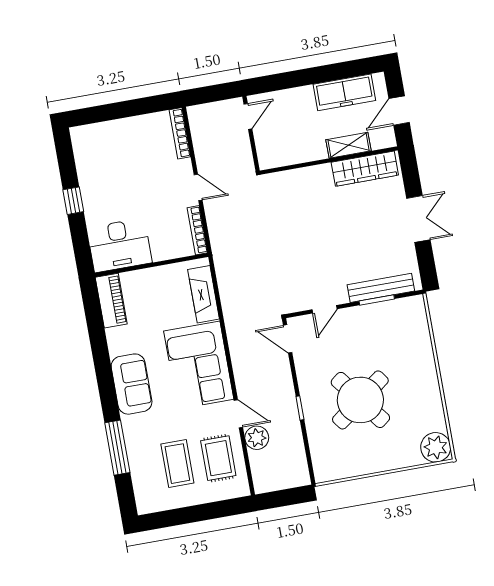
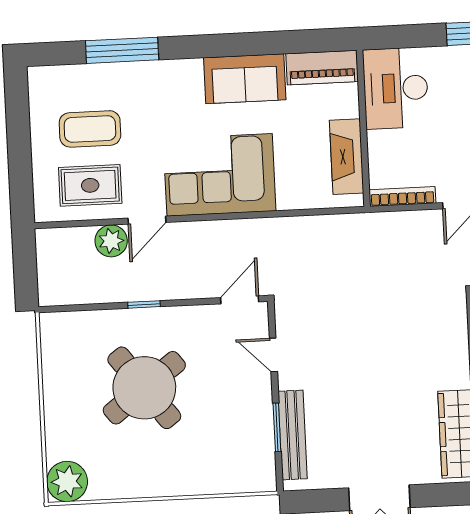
fireplace: (204, 294) -> (347, 157), moved, turned -90
sofa: (132, 384) -> (245, 79), moved

